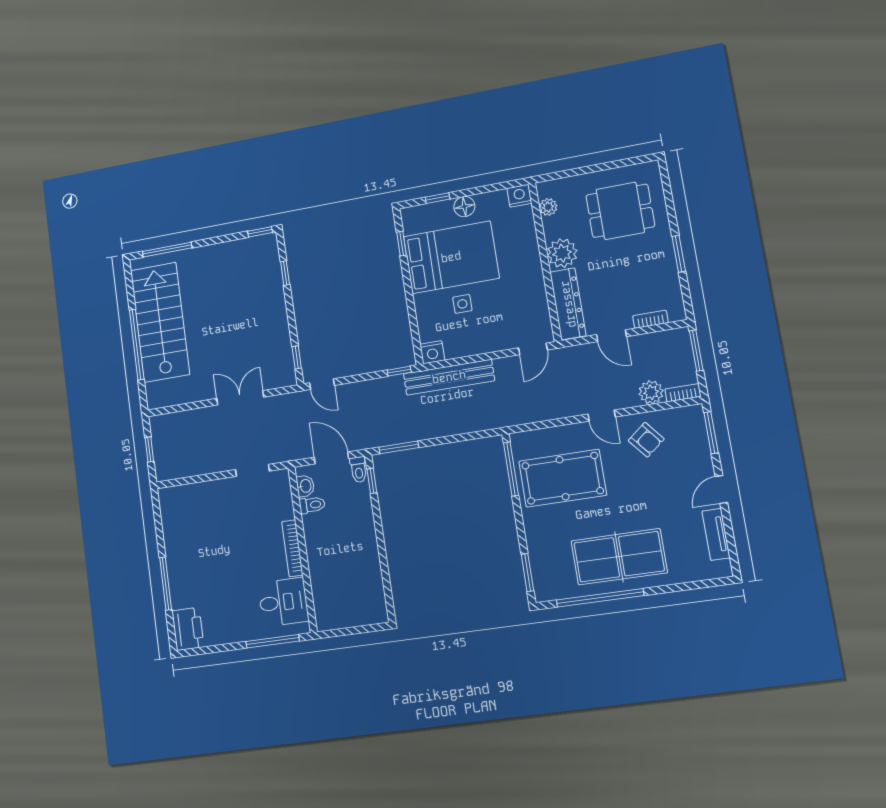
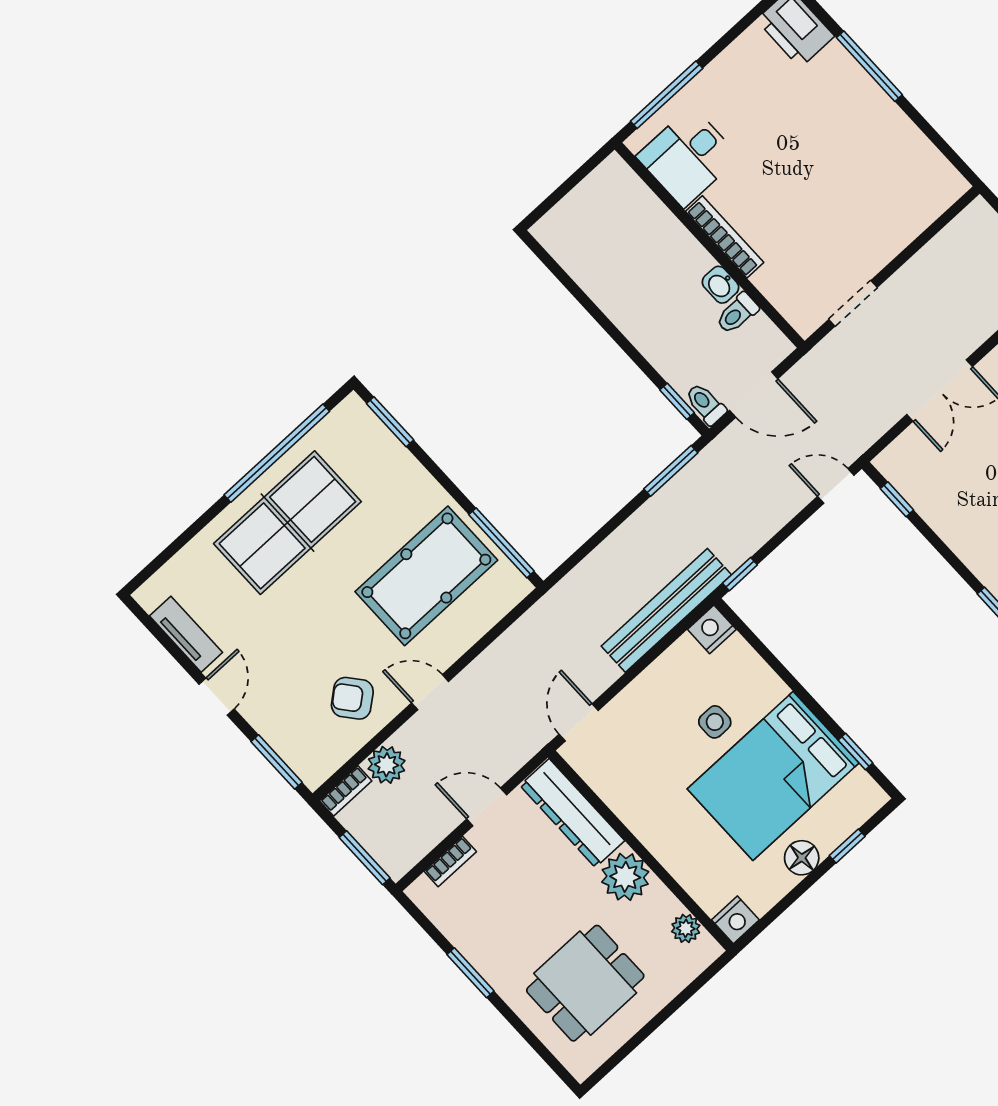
washbasin: (305, 486) -> (720, 285), moved

